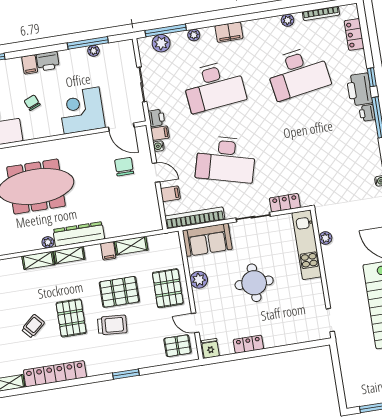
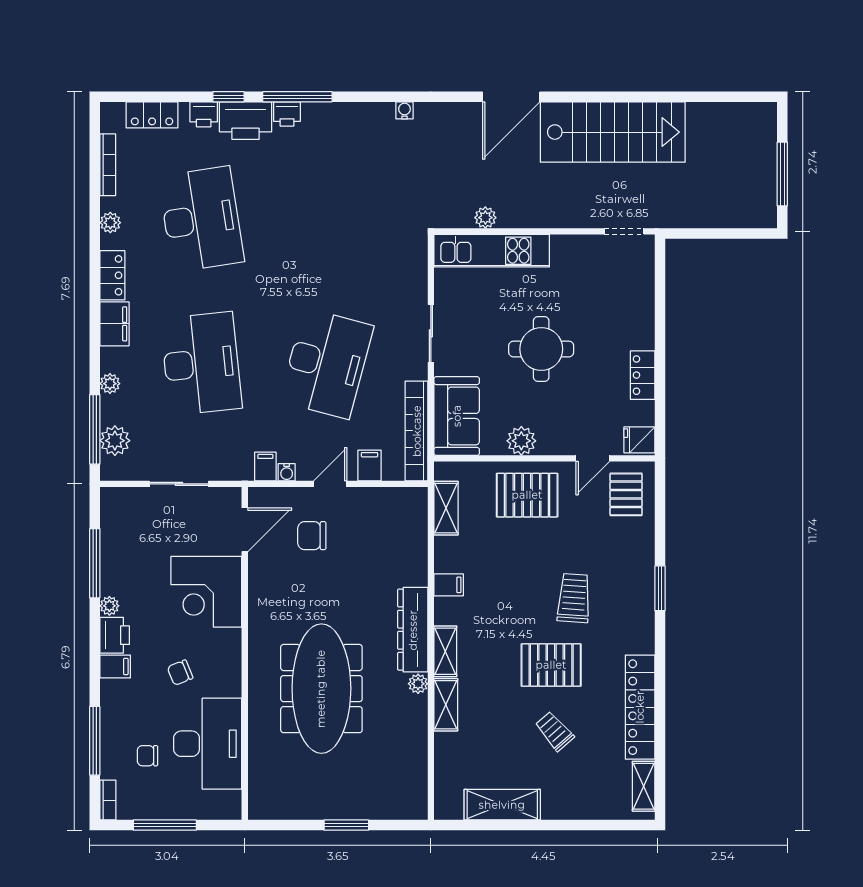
plant: (93, 51) -> (109, 606), moved
printer: (157, 118) -> (204, 114), moved, turned 180
locker: (285, 203) -> (112, 275), moved, turned 180
shelving: (131, 246) -> (446, 508), moved
pallet: (119, 292) -> (520, 577), removed

